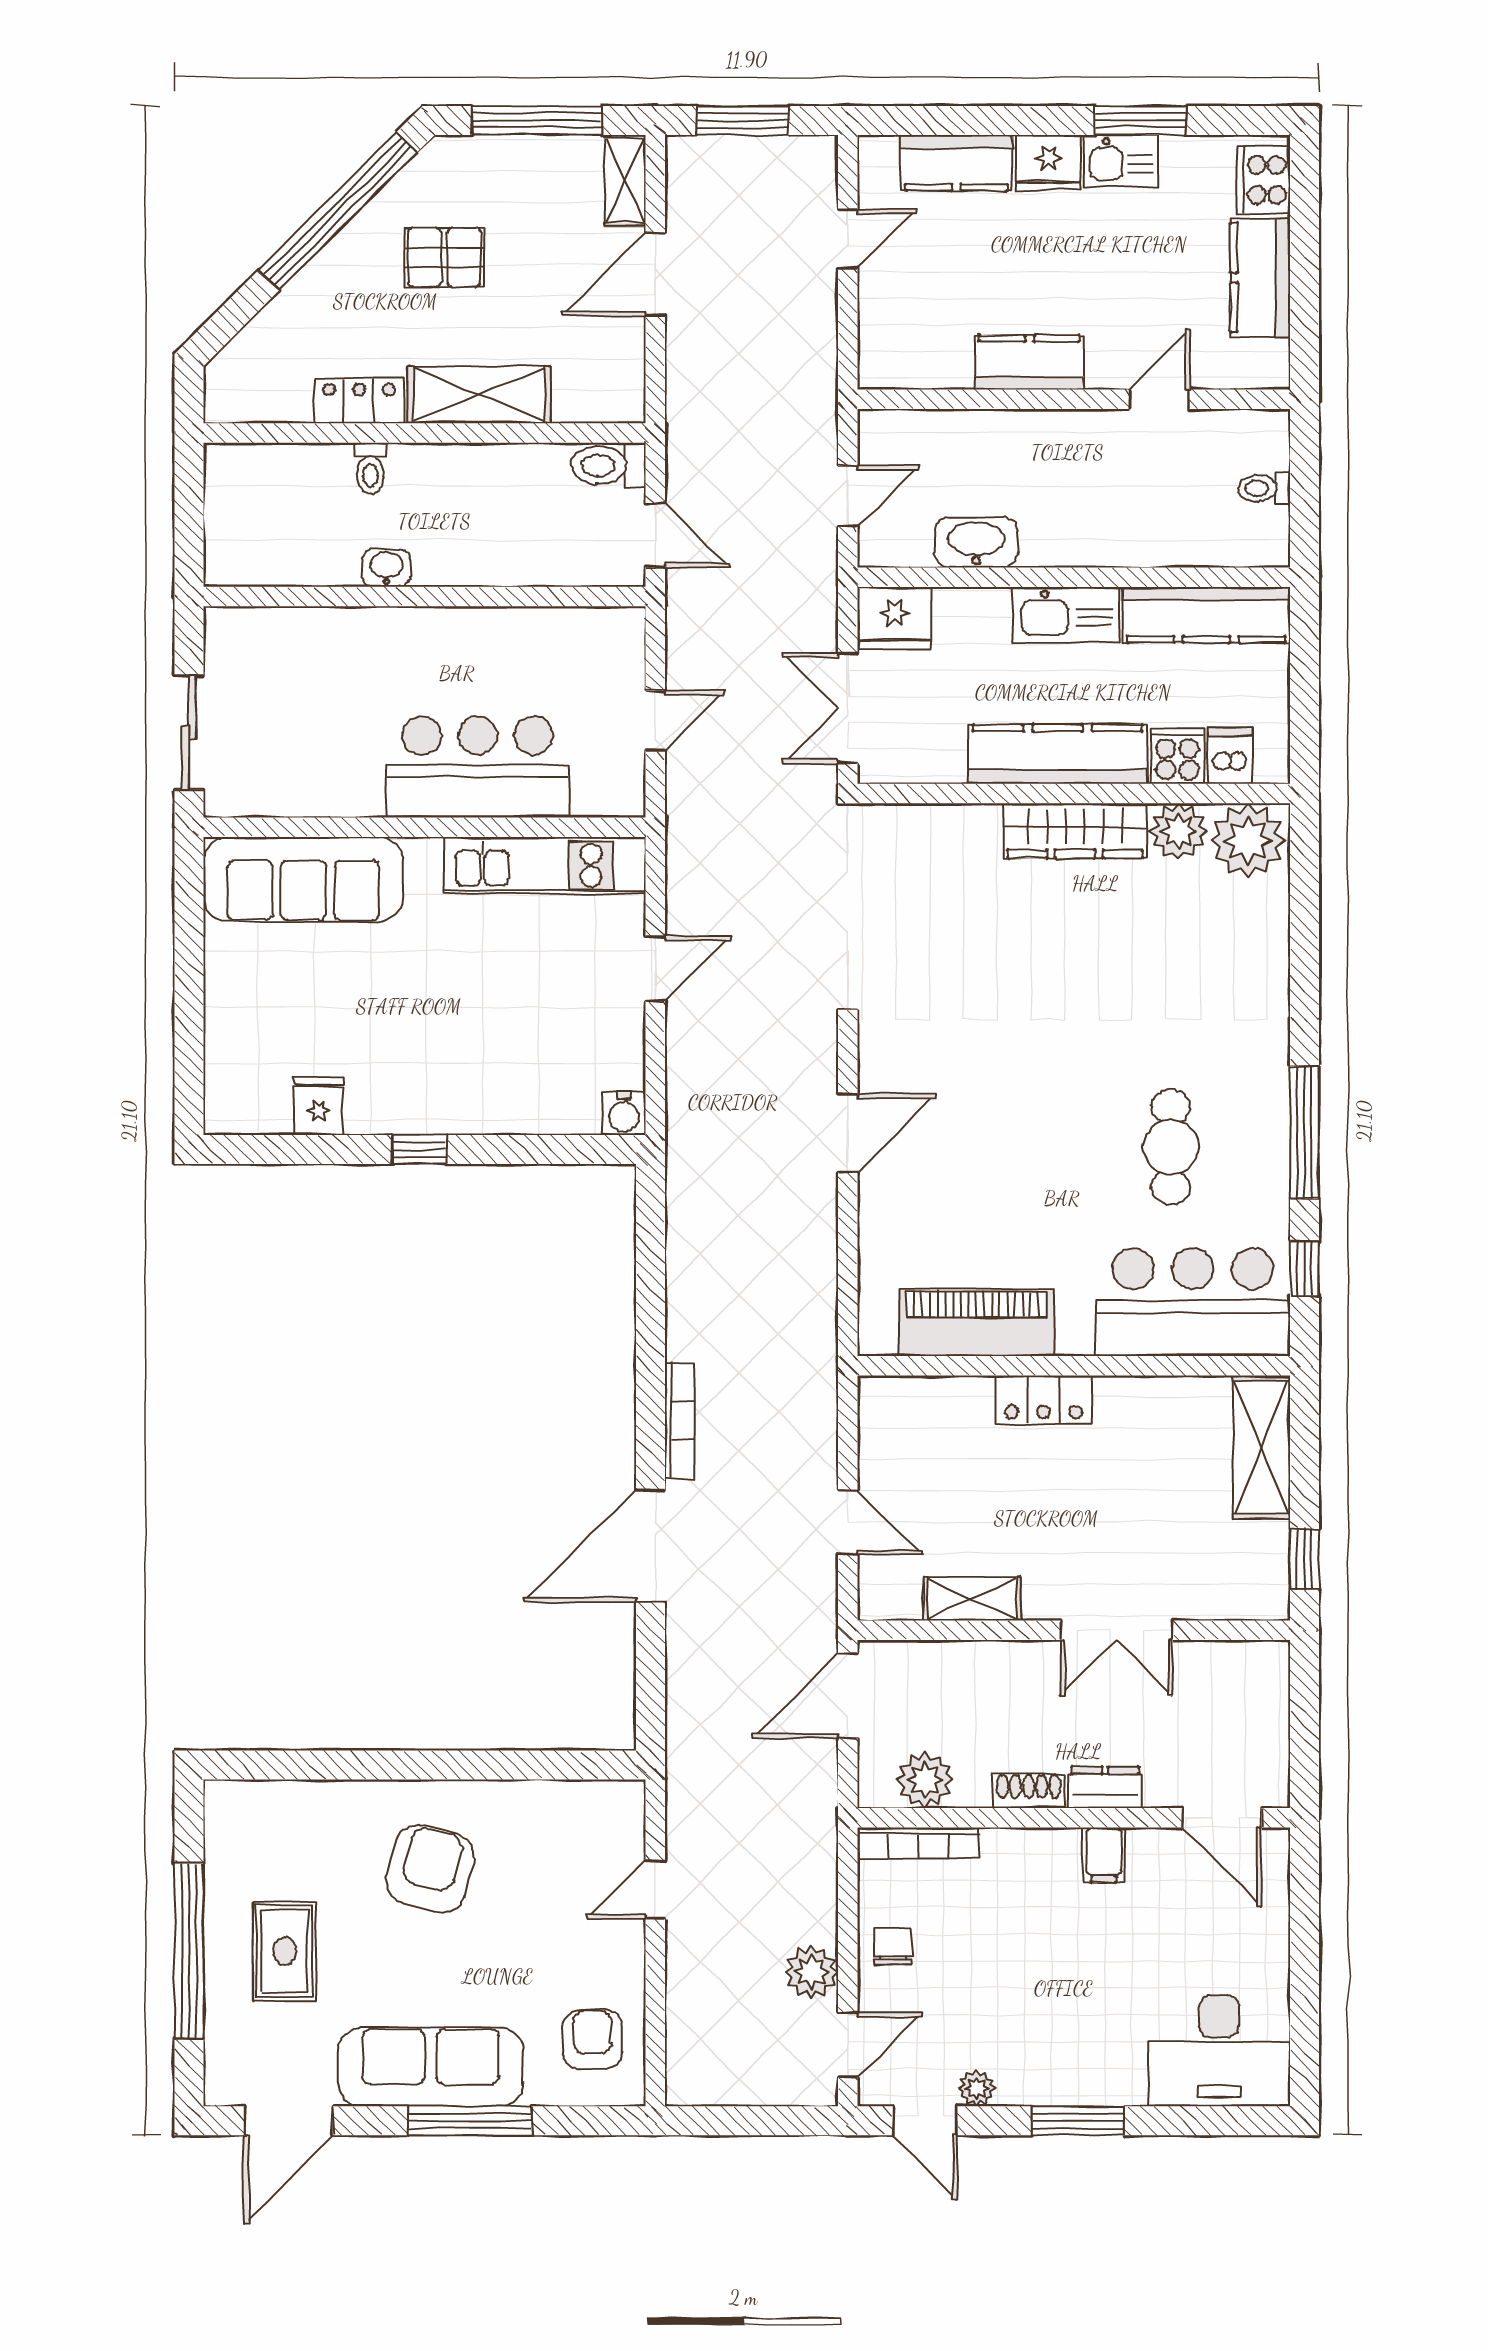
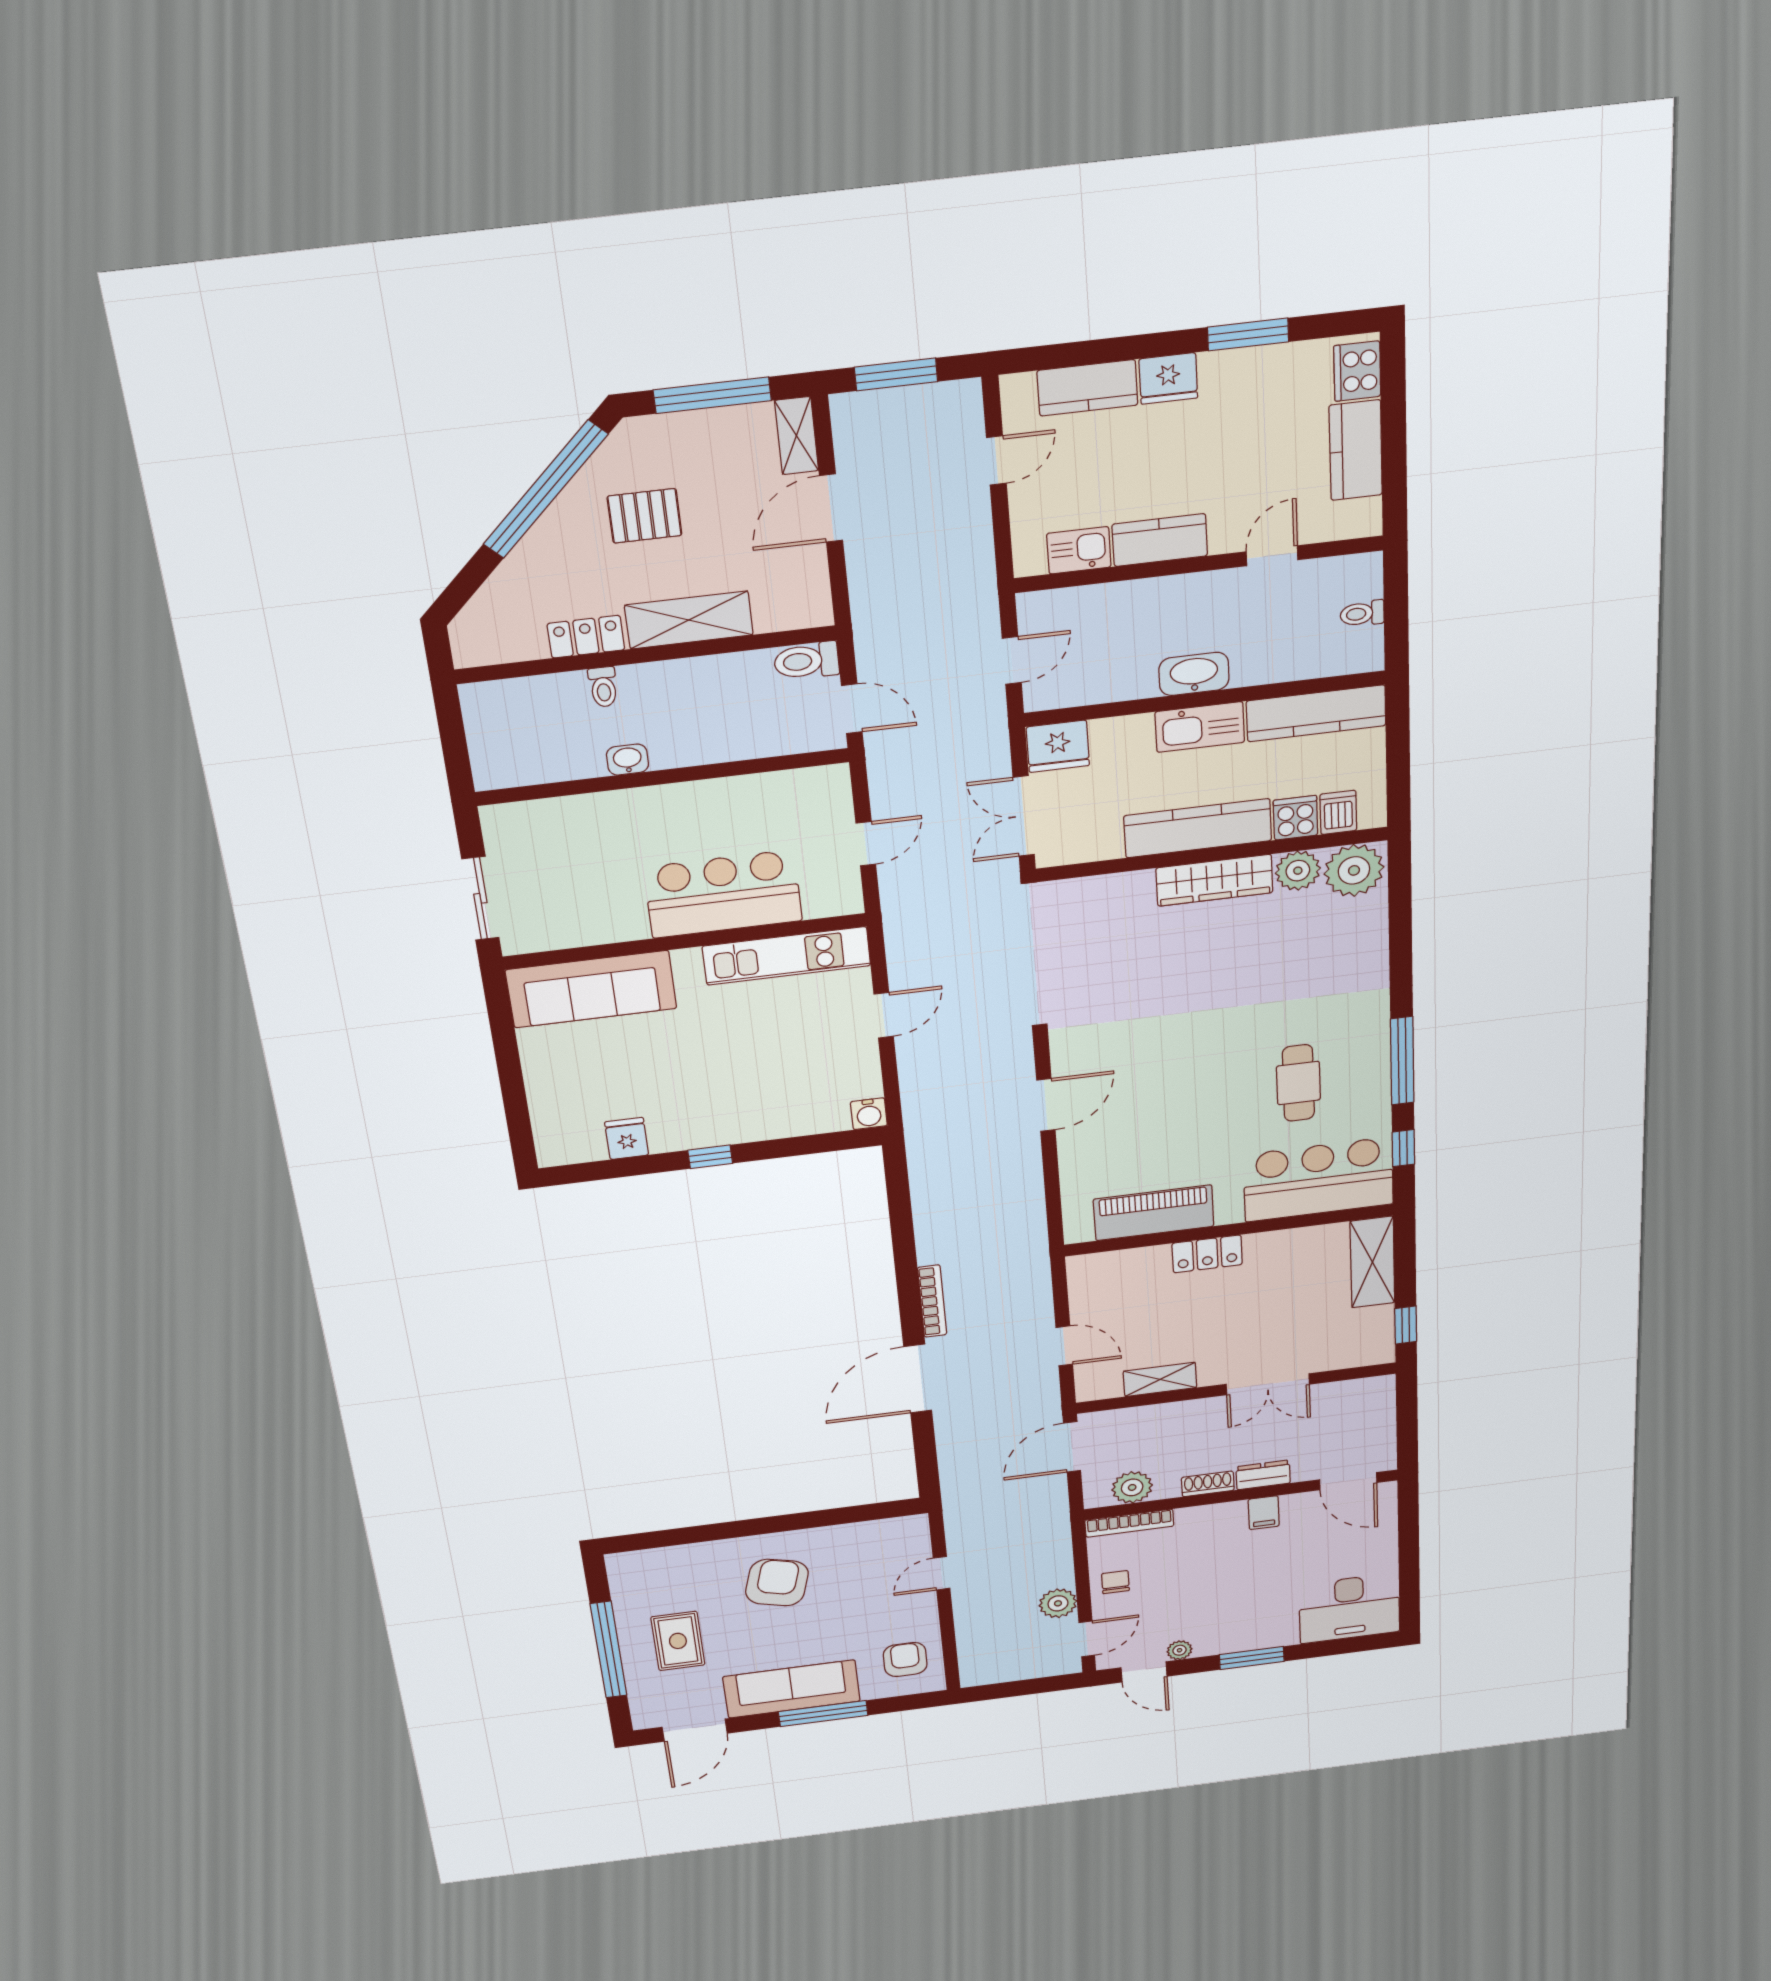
kitchen sink: (1121, 161) -> (1079, 550), moved, turned 180
washbasin: (976, 542) -> (1194, 674), moved

